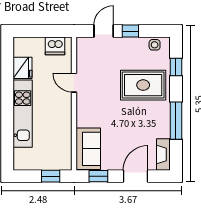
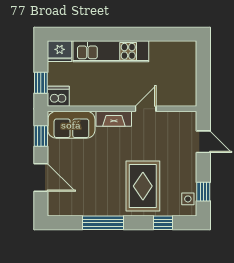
window: (130, 31) -> (203, 192), moved
dishwasher: (55, 46) -> (58, 96), moved, turned 90
fridge: (23, 68) -> (60, 51), moved
fireplace: (163, 154) -> (114, 119), moved, turned 180

